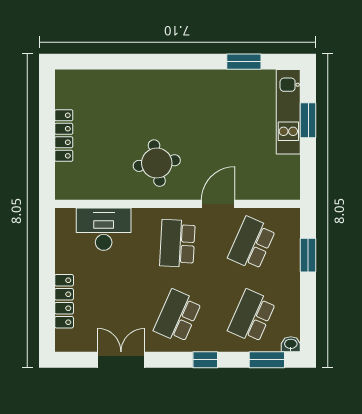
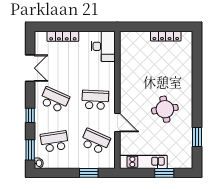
kitchen unit: (288, 112) -> (143, 162), moved
locker: (64, 136) -> (166, 36), moved
round table: (157, 163) -> (165, 109), moved
desk: (104, 229) -> (103, 46), moved
school desk: (252, 316) -> (54, 141), turned -33

